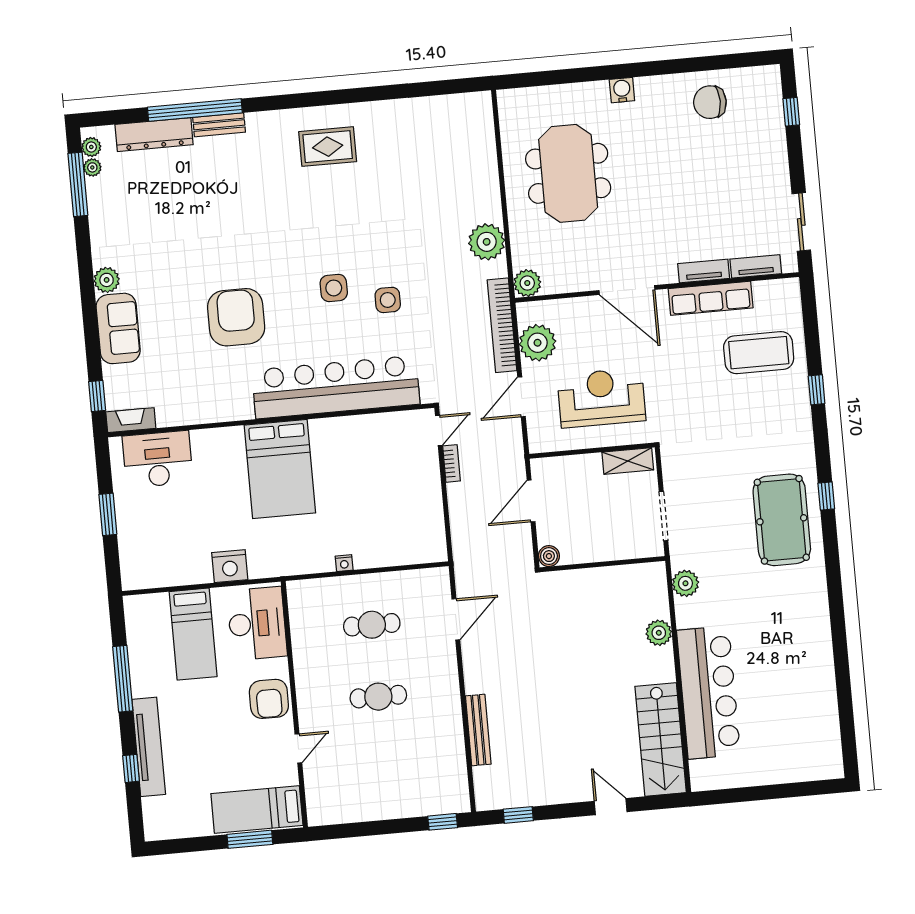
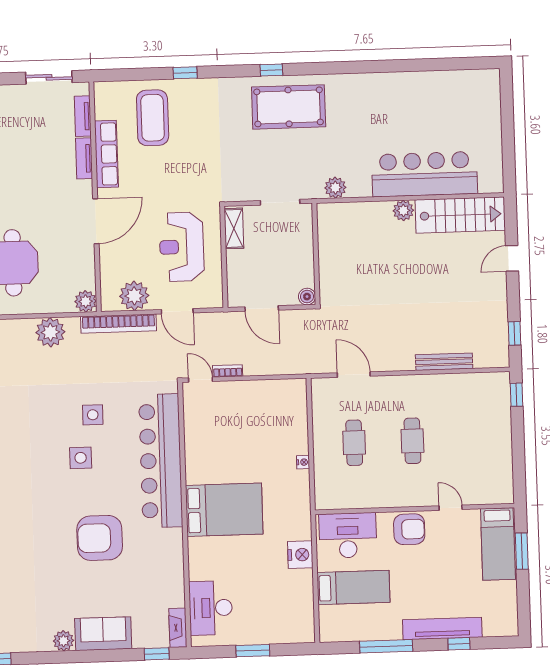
plant: (659, 633) -> (403, 210), moved

